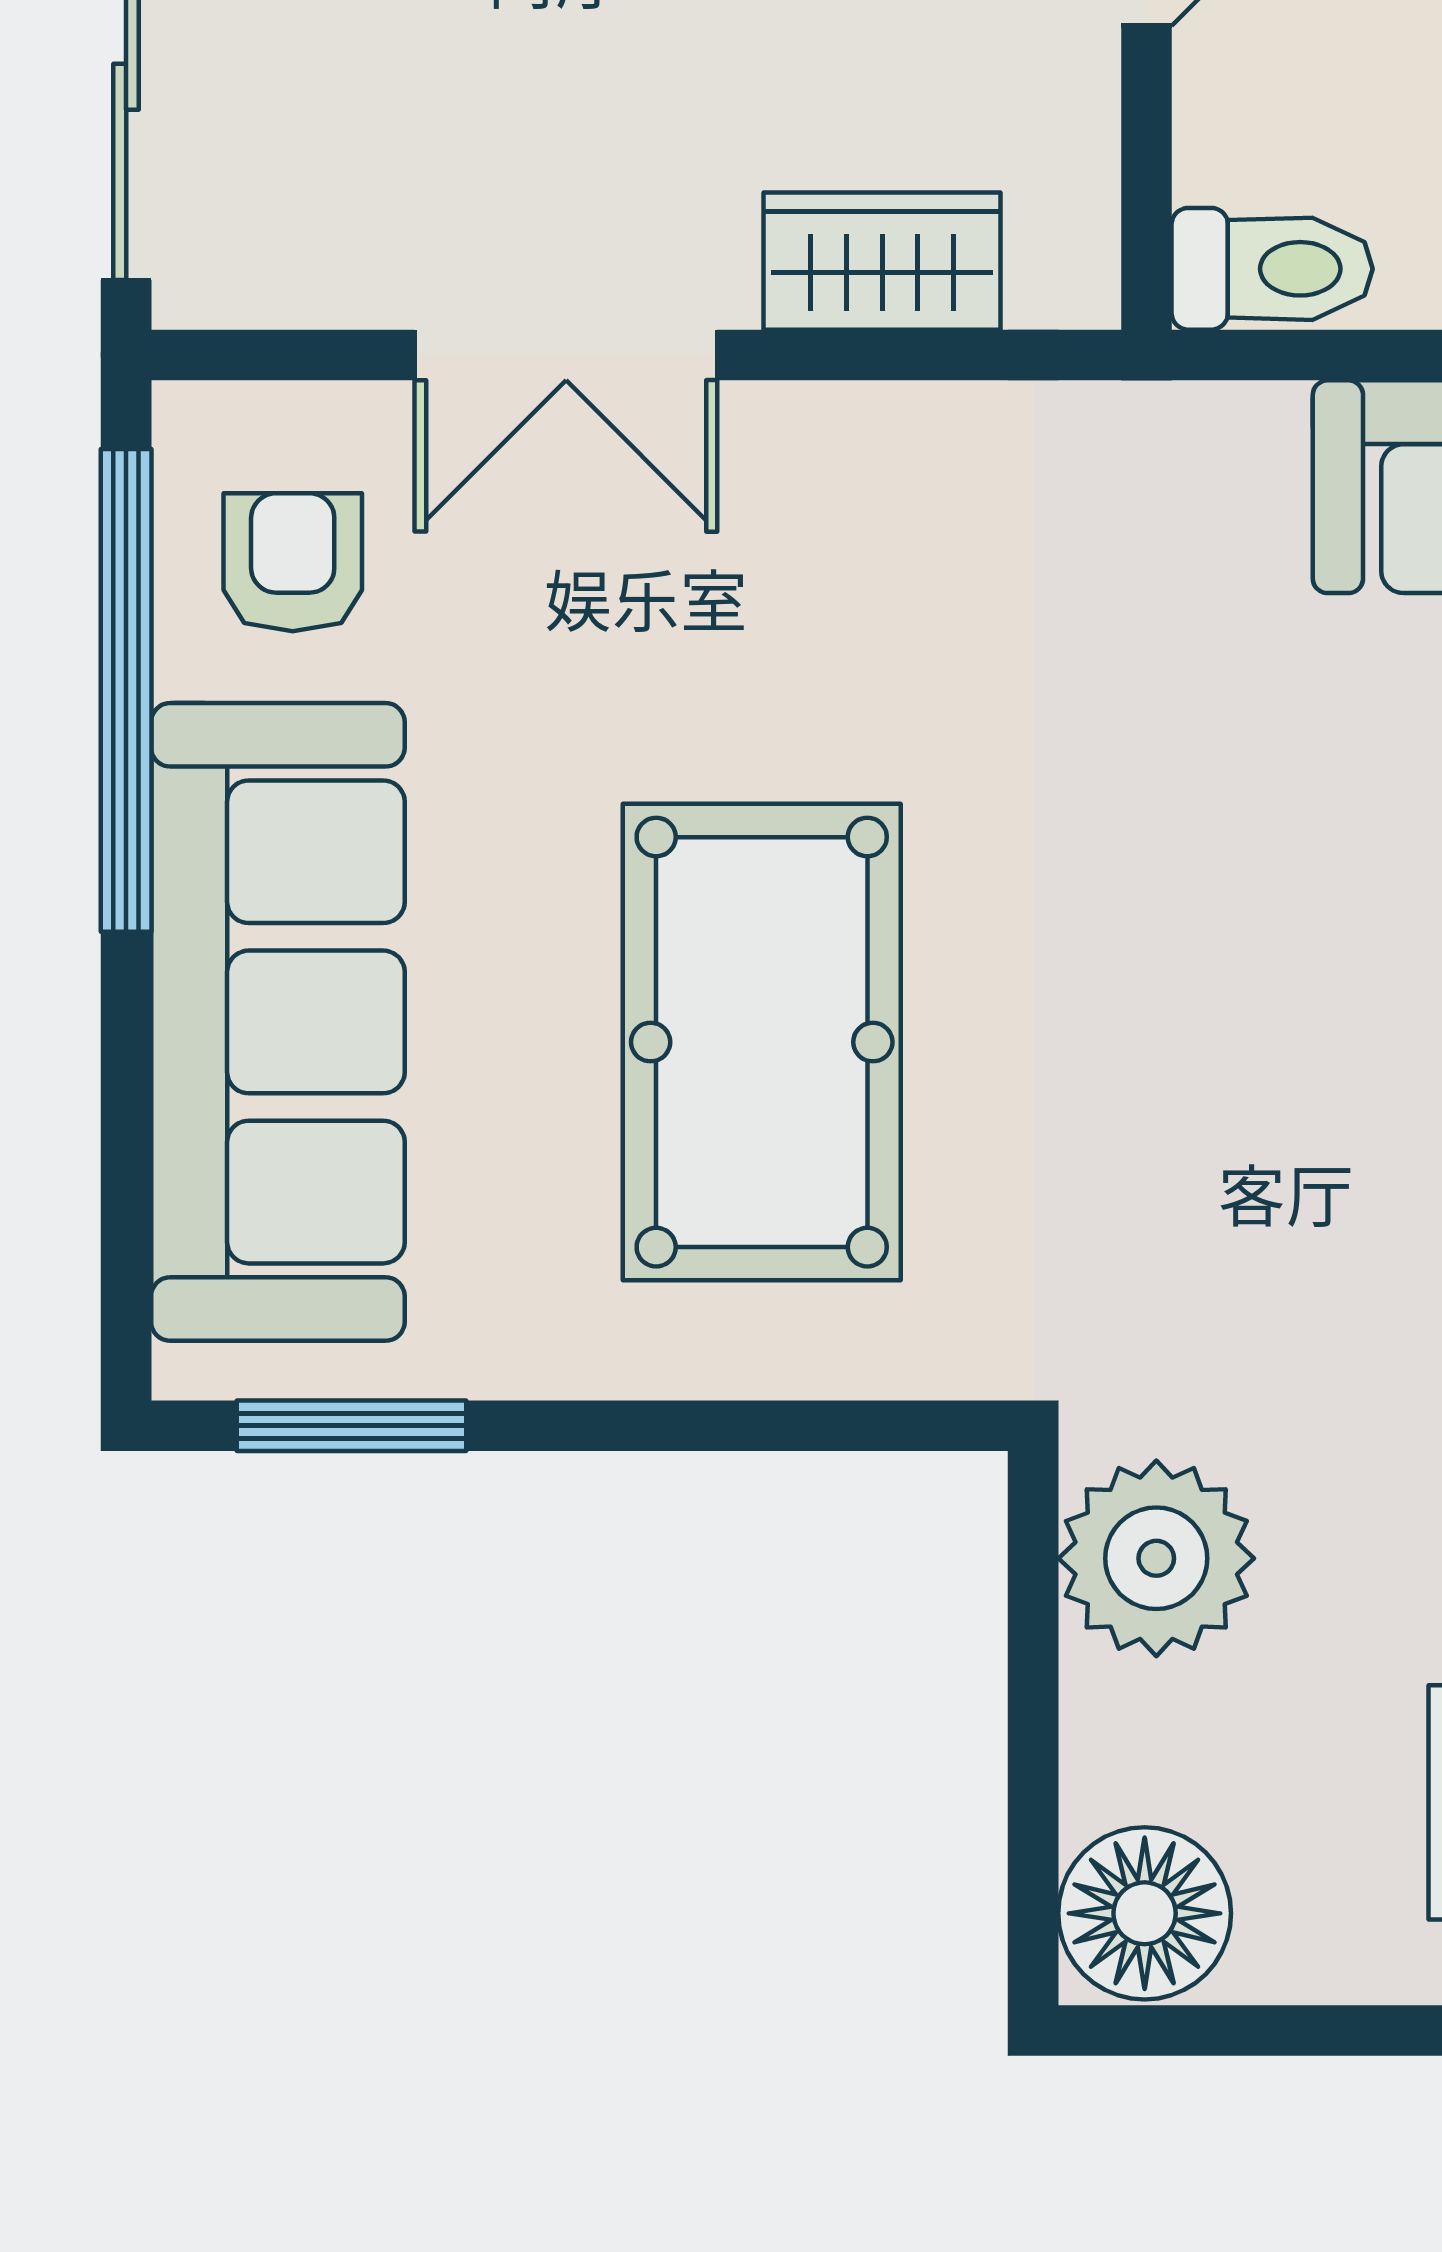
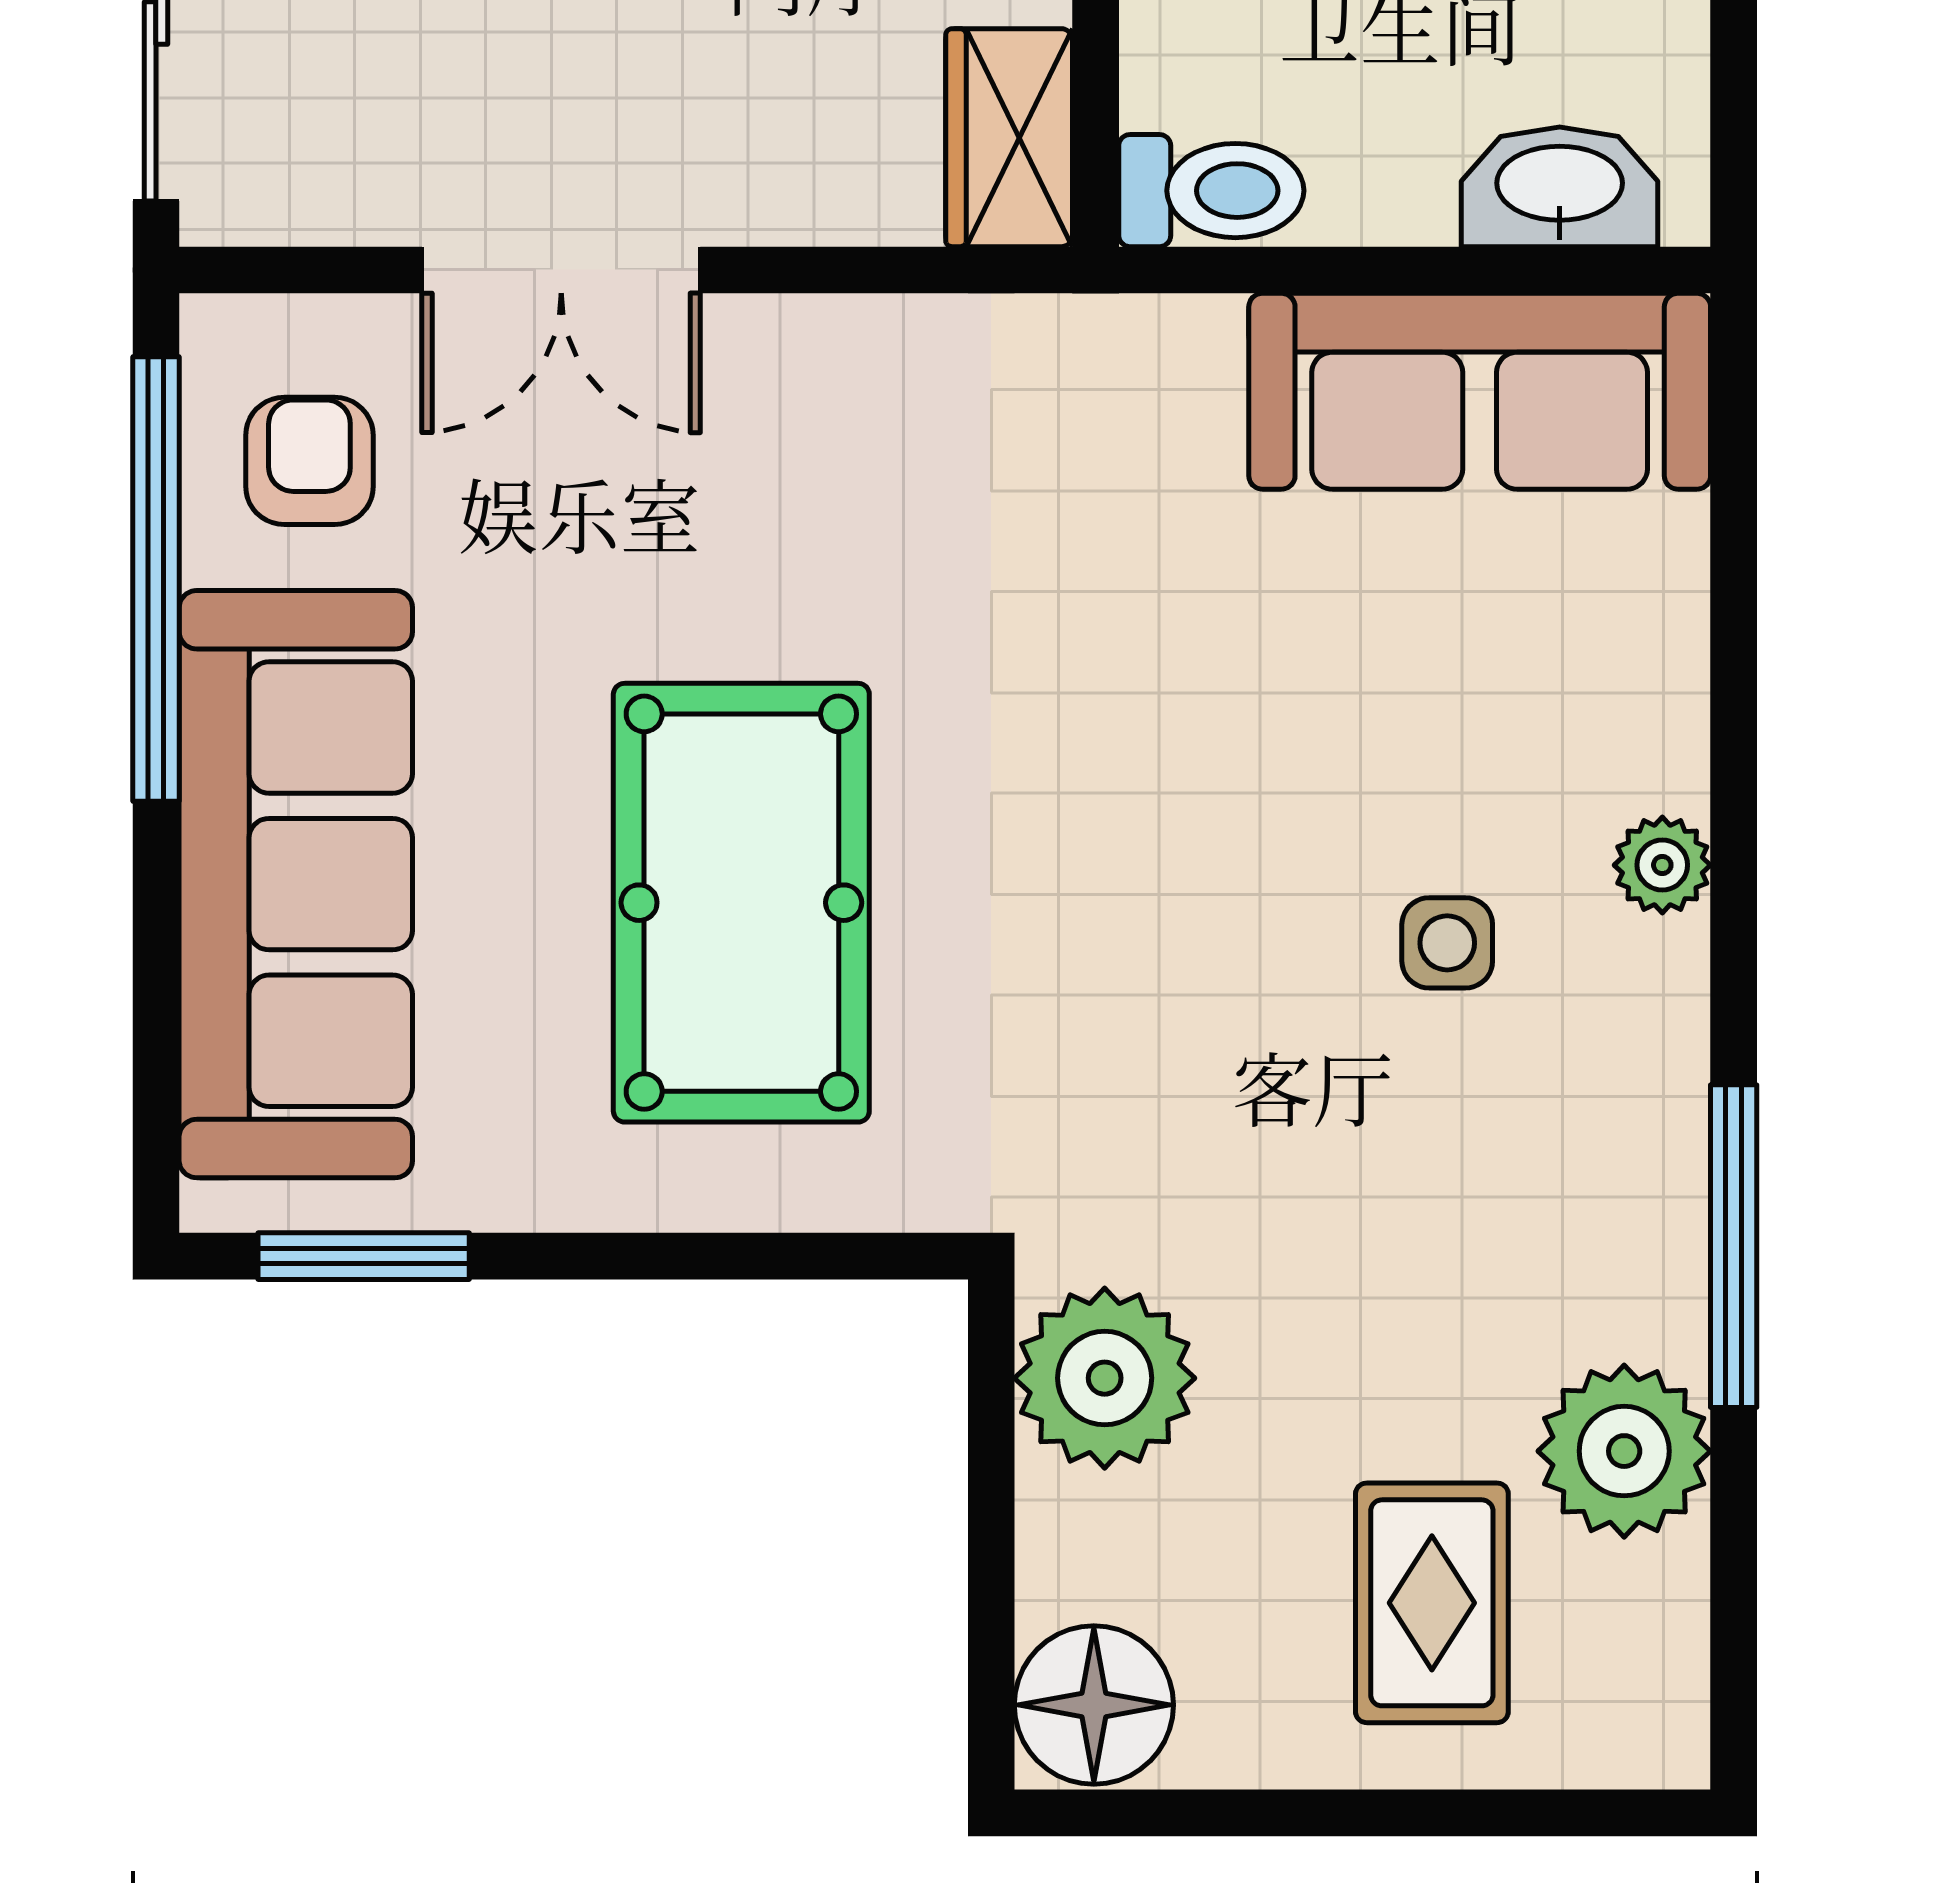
wardrobe: (882, 261) -> (1009, 138), moved, turned -90

